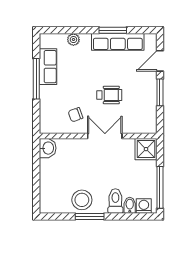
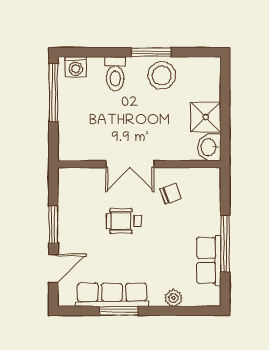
shower: (146, 149) -> (206, 117), moved
bidet: (130, 205) -> (95, 68), removed

